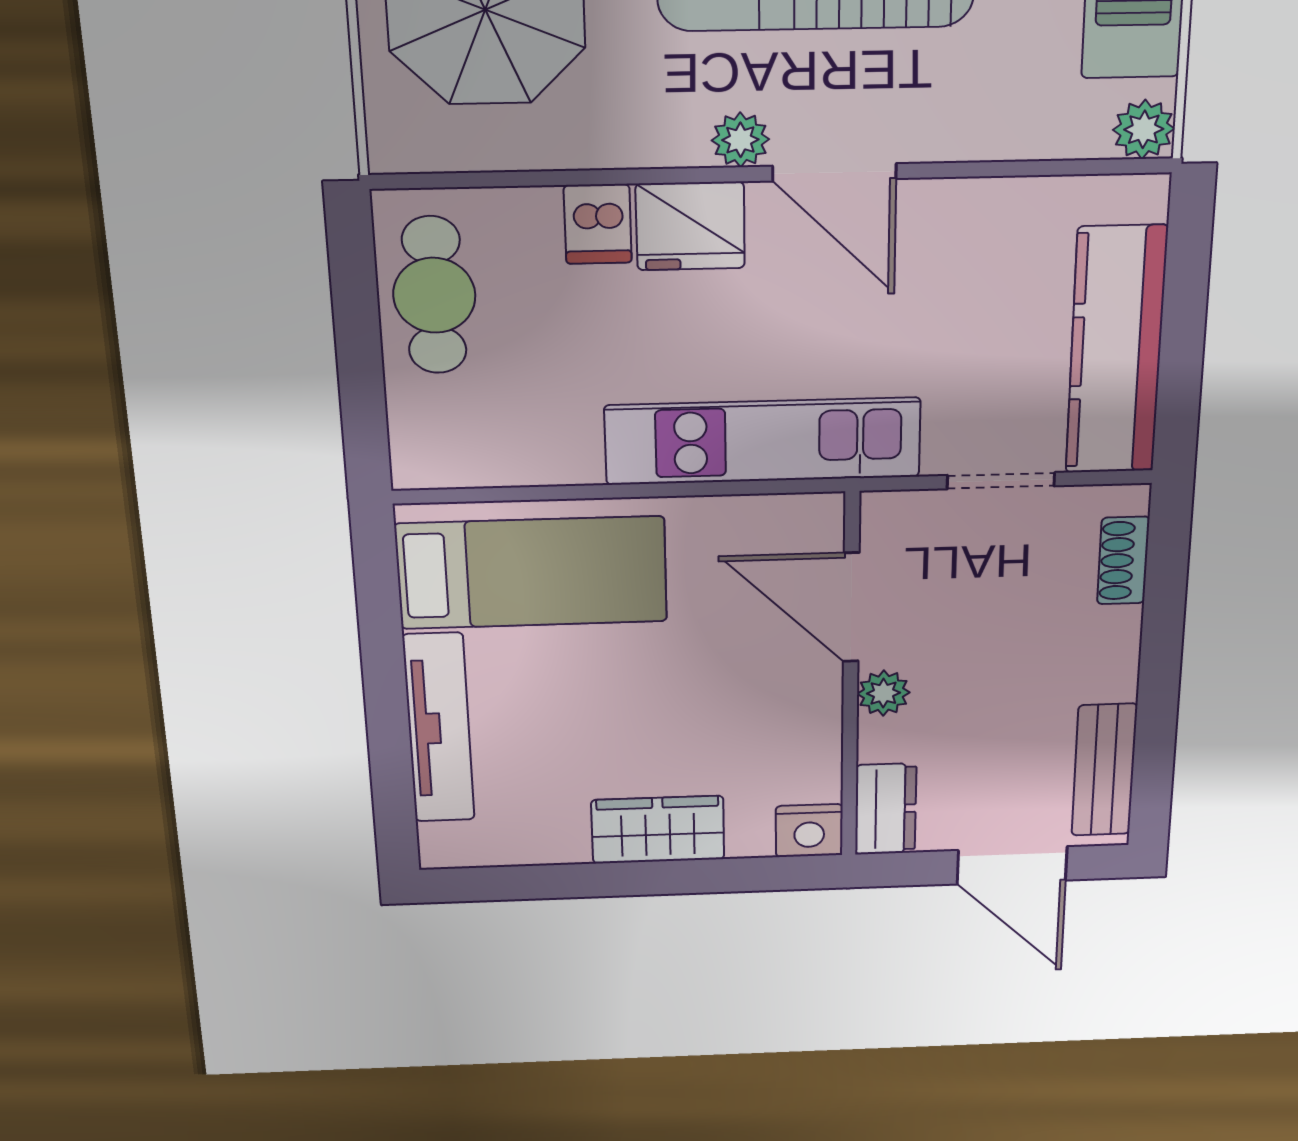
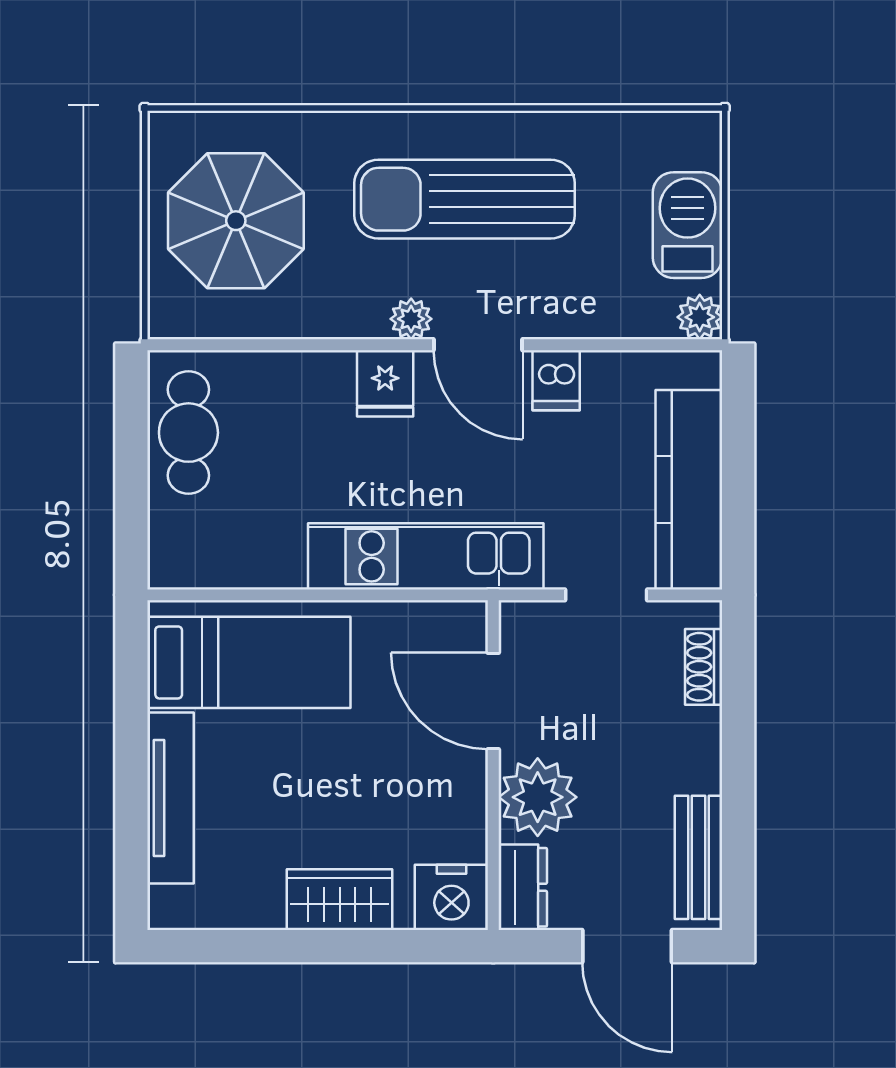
dishwasher: (598, 224) -> (556, 380), moved
fridge: (690, 226) -> (385, 383), width x0.72
plant: (883, 693) -> (538, 797), width x1.88, depth x1.88
nightstand: (809, 831) -> (451, 897), width x1.36, depth x1.33

